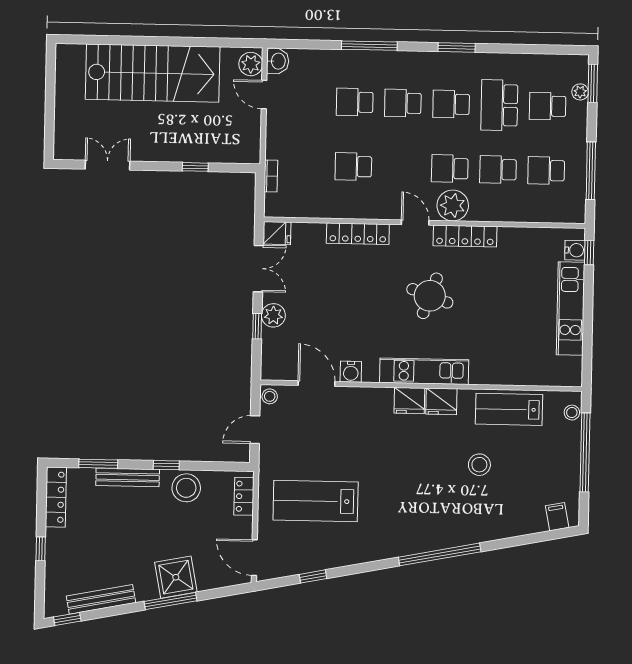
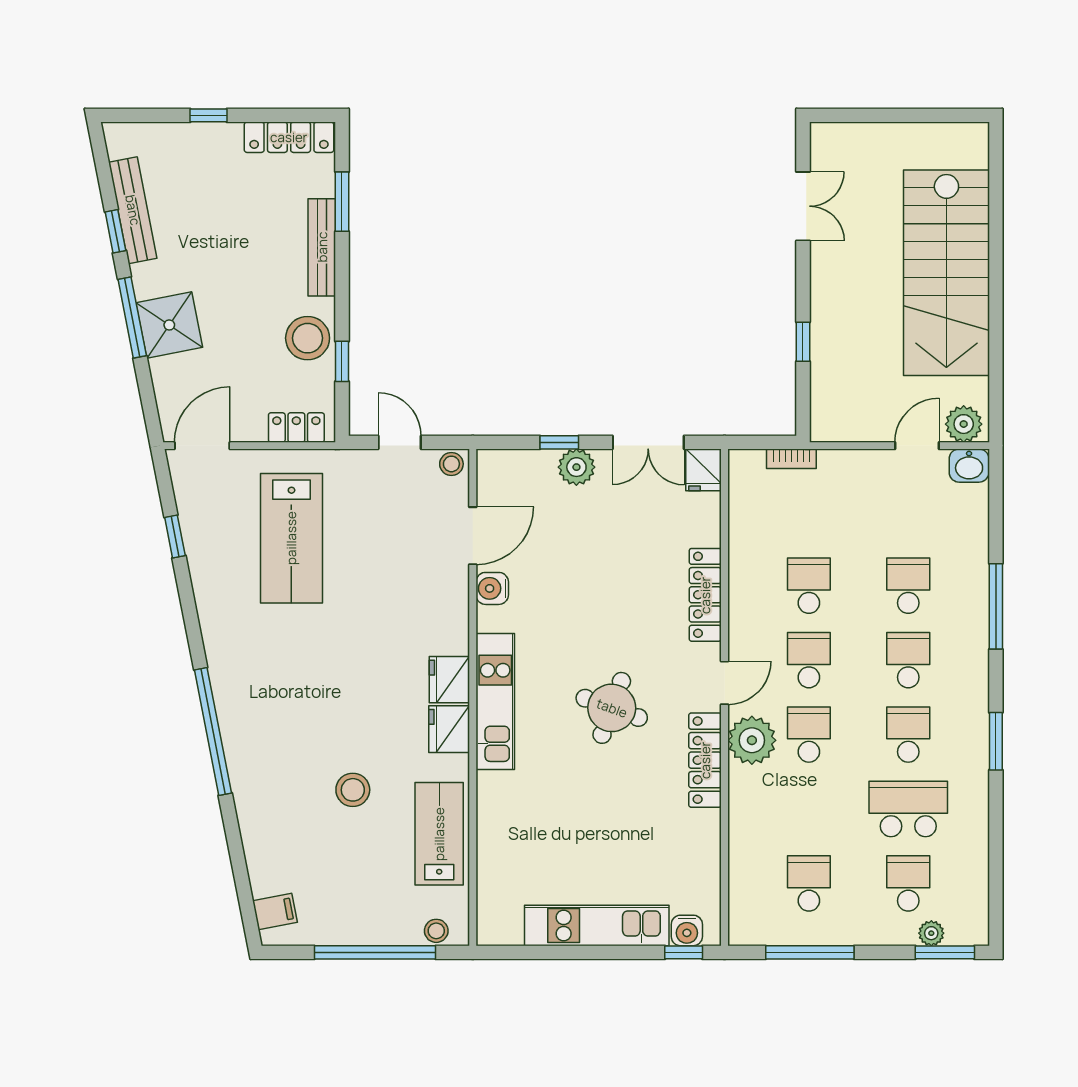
school desk: (498, 169) -> (809, 660), moved
window: (166, 465) -> (342, 361), moved
lab bench: (316, 501) -> (291, 538), turned 180
window: (67, 619) -> (115, 231), moved

